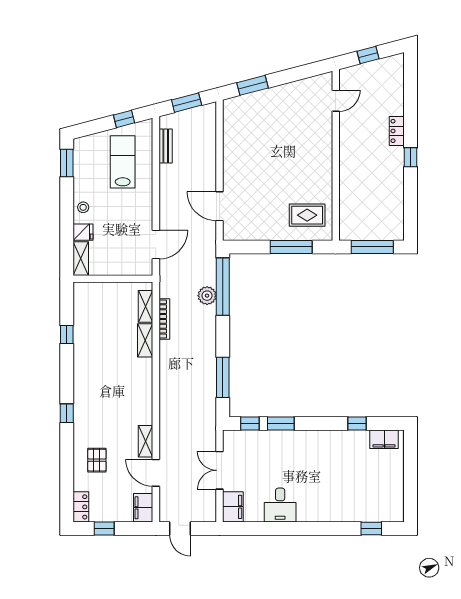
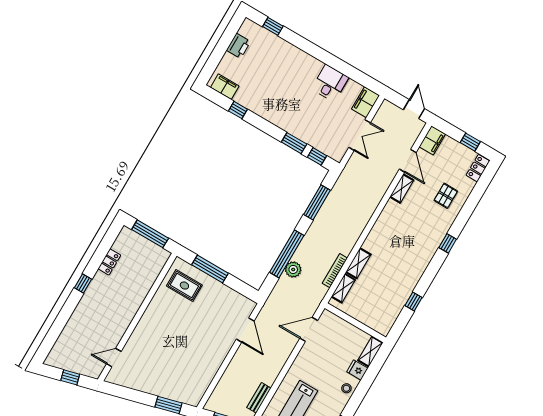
locker: (397, 131) -> (109, 262), moved
window: (223, 287) -> (287, 254), moved
printer: (394, 489) -> (239, 46), added

